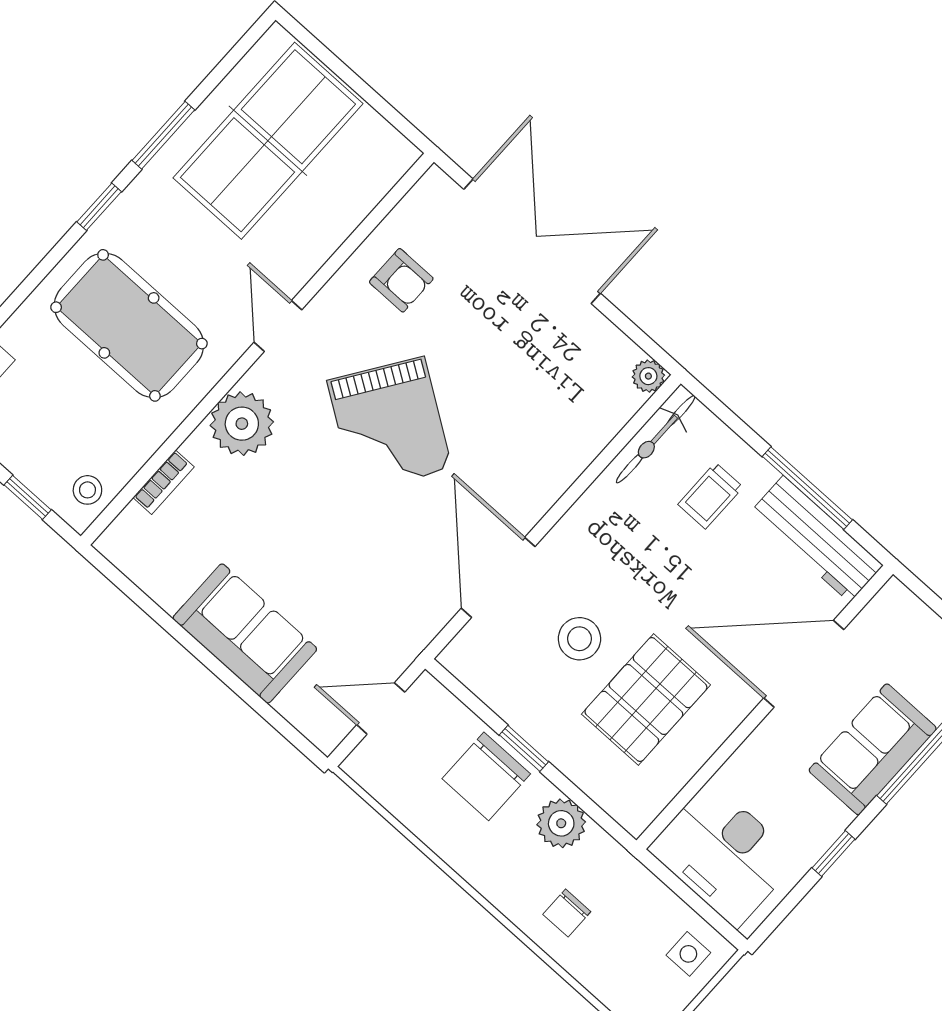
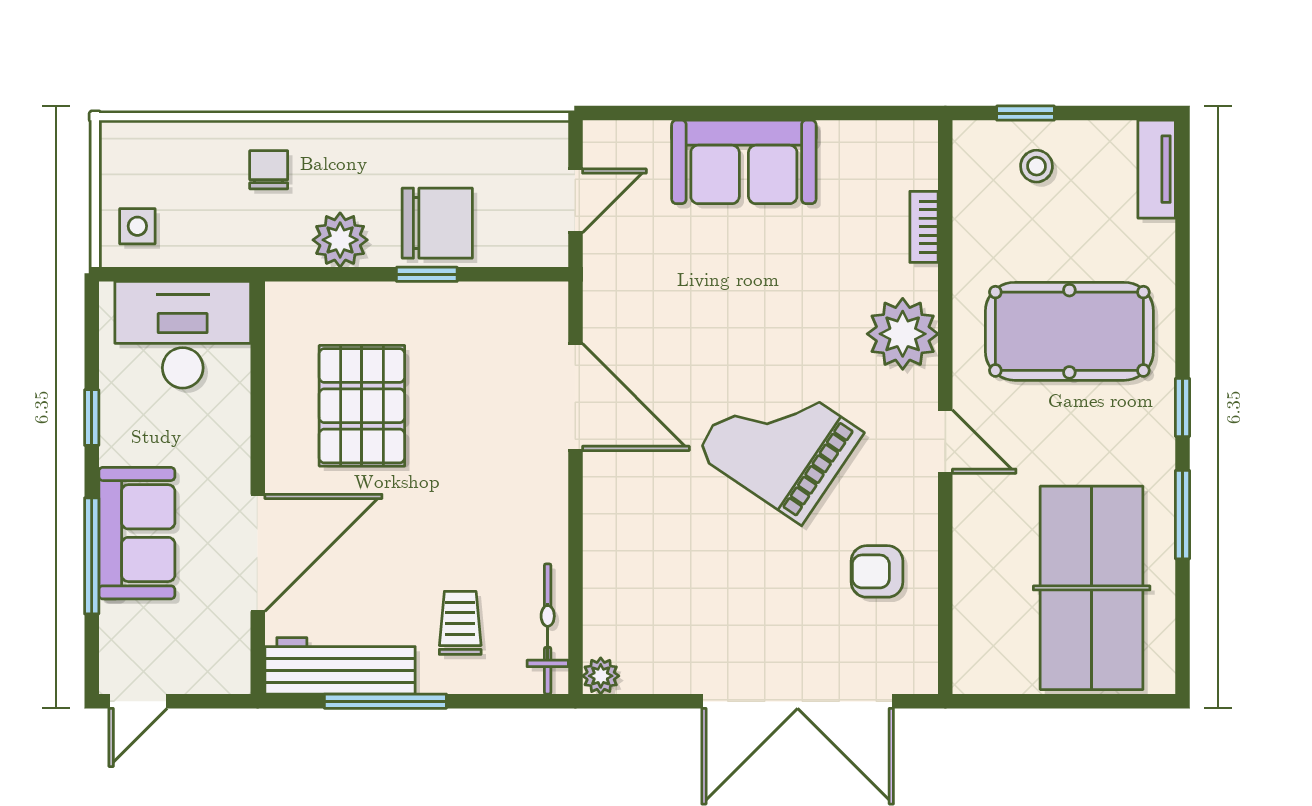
stool: (87, 490) -> (1036, 166), moved
stool: (579, 639) -> (462, 407), removed
chair: (486, 776) -> (437, 223), turned 90

